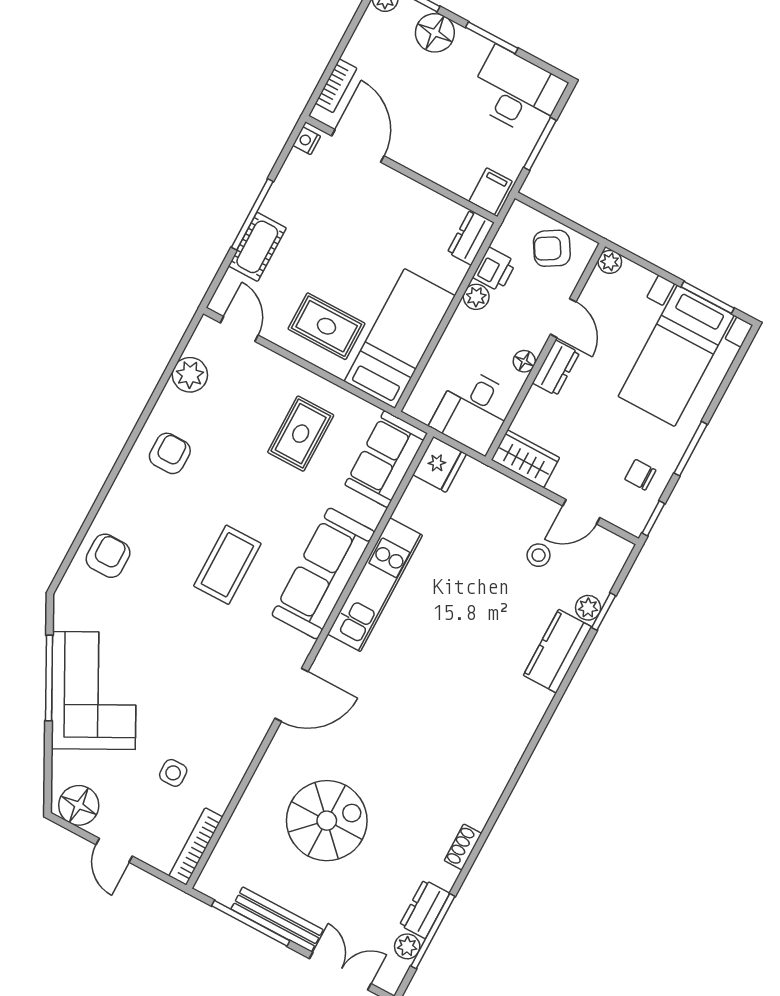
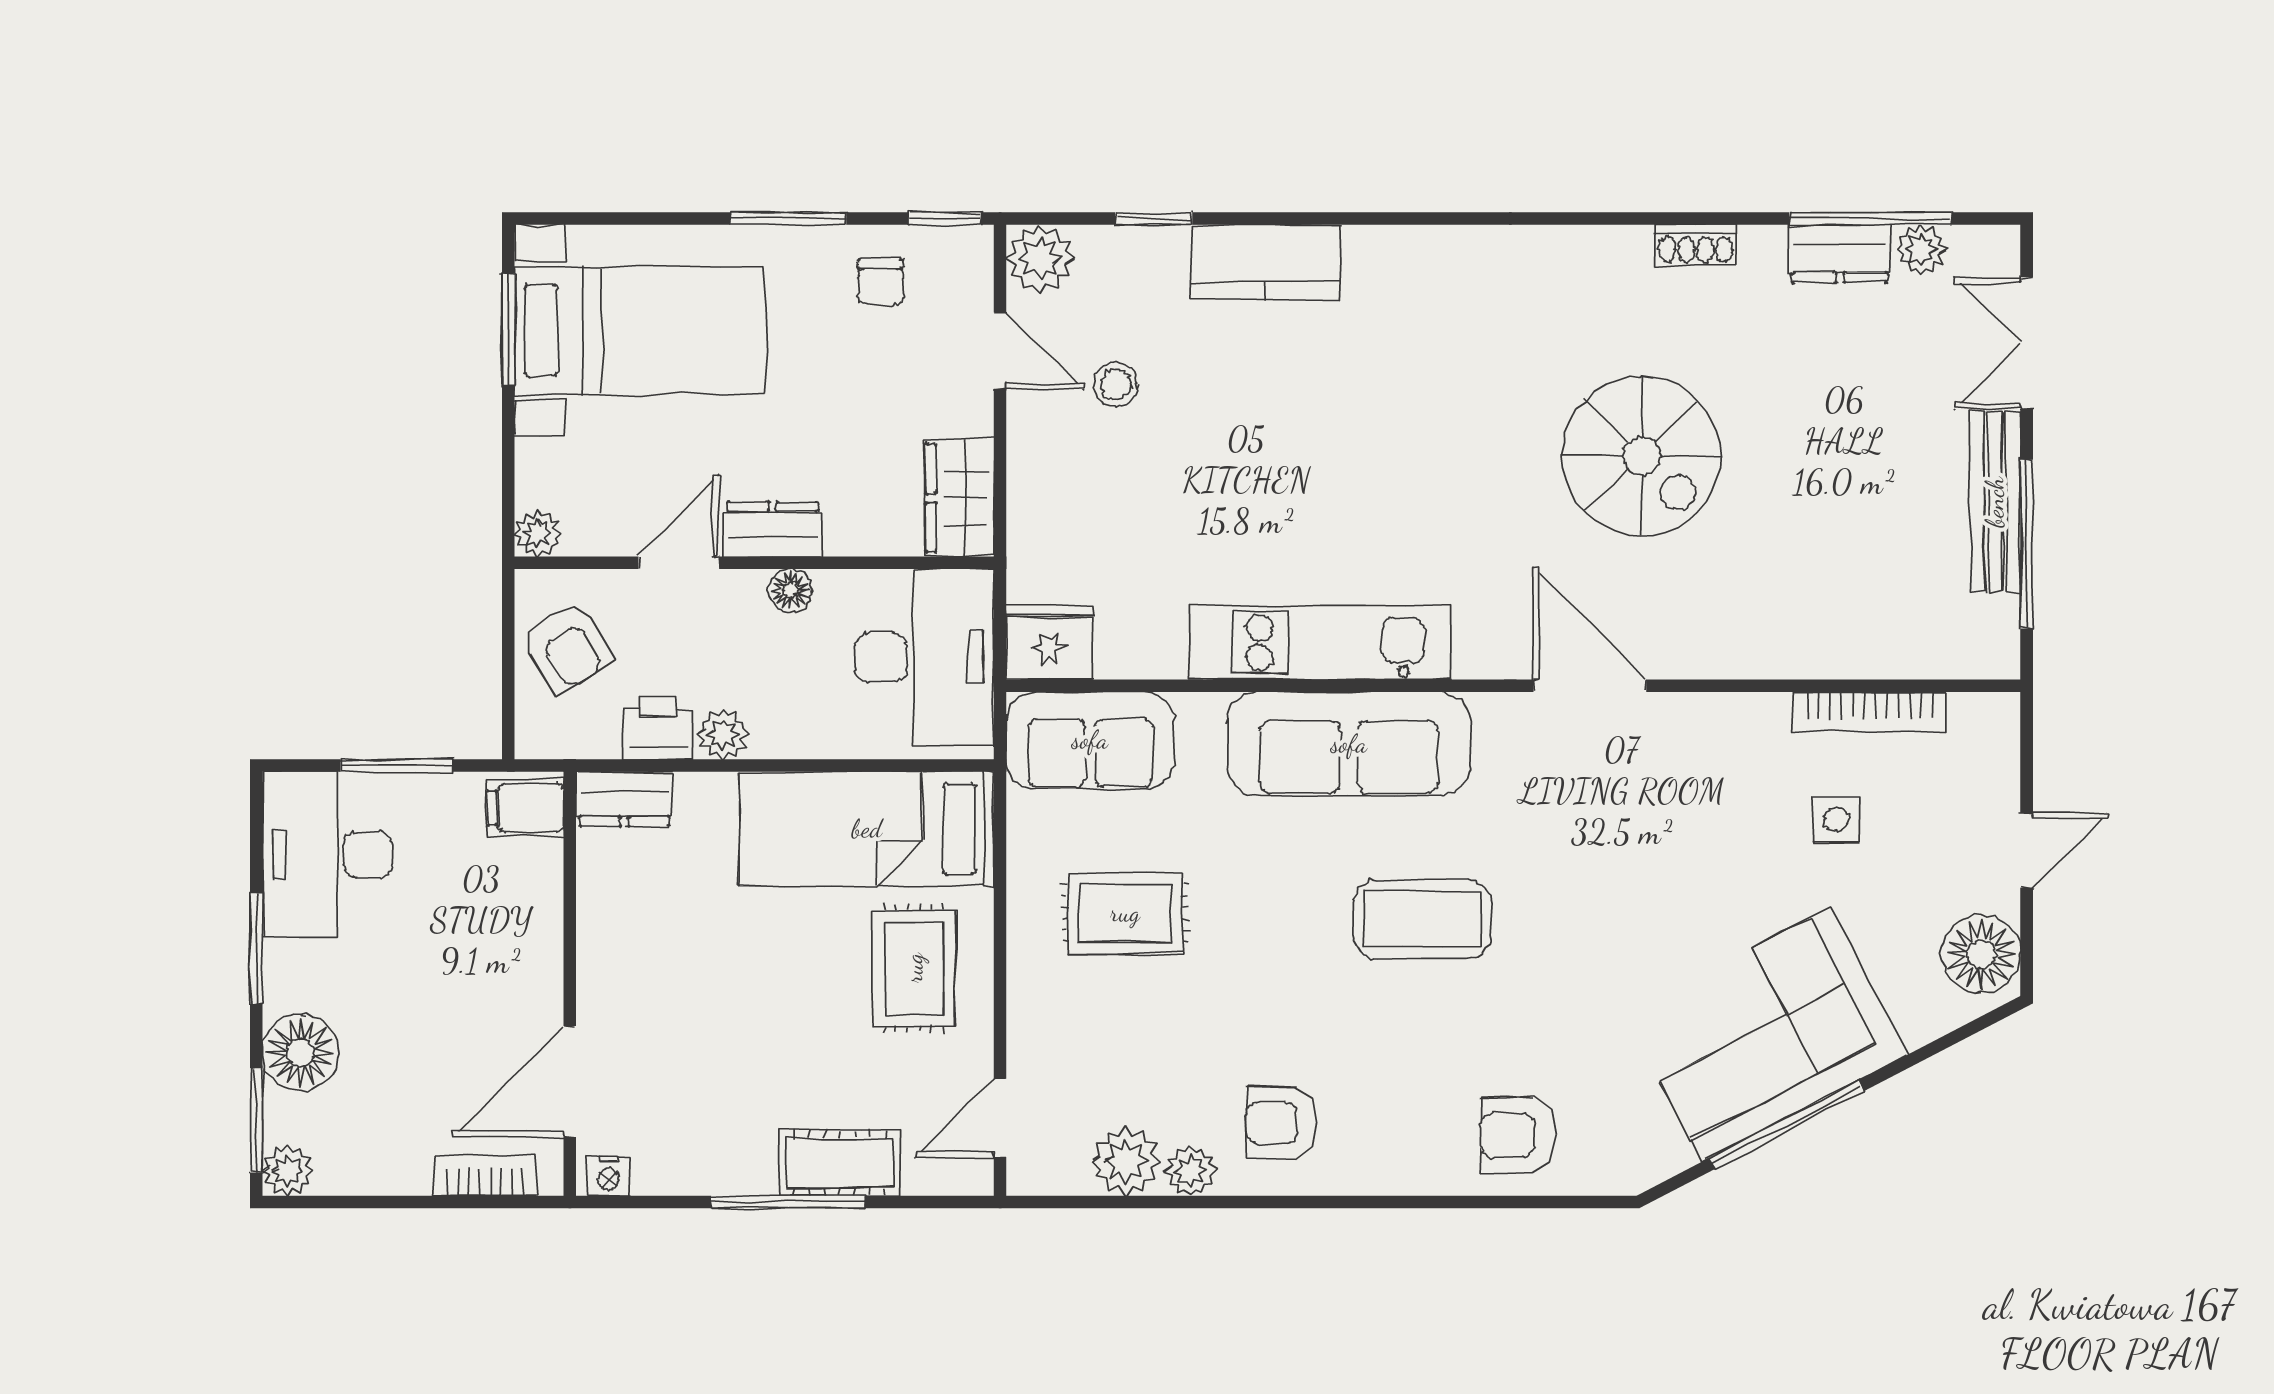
plant: (170, 401) -> (1190, 1171), added
desk: (473, 411) -> (924, 657), width x1.37
plant: (588, 608) -> (1040, 258), moved, width x1.38, depth x1.38
spiral stairs: (327, 821) -> (1641, 456), moved, turned 180
bookcase: (196, 846) -> (1870, 711), moved

